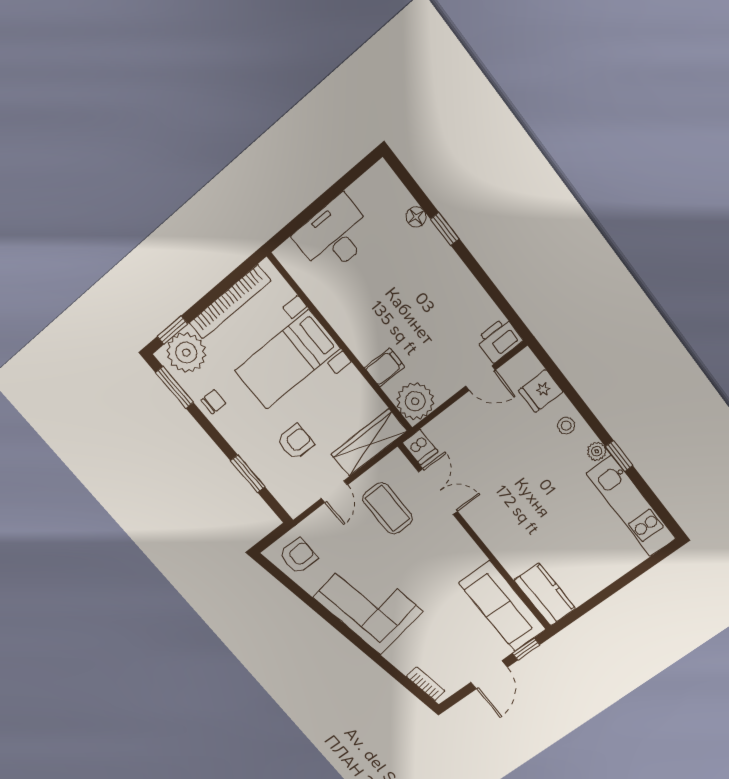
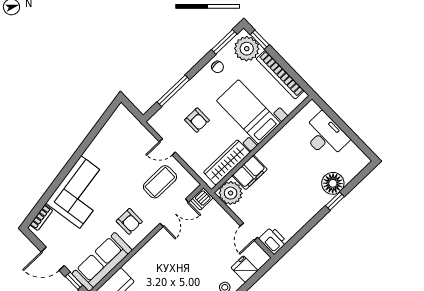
floor lamp: (416, 217) -> (333, 183), width x1.89, depth x1.89
filing cabinet: (385, 367) -> (250, 172), width x2.00
wardrobe: (369, 443) -> (227, 162), moved, turned -90
window: (248, 474) -> (173, 91), width x1.44
armchair: (298, 556) -> (129, 221), moved
corner sofa: (368, 604) -> (80, 192), moved

